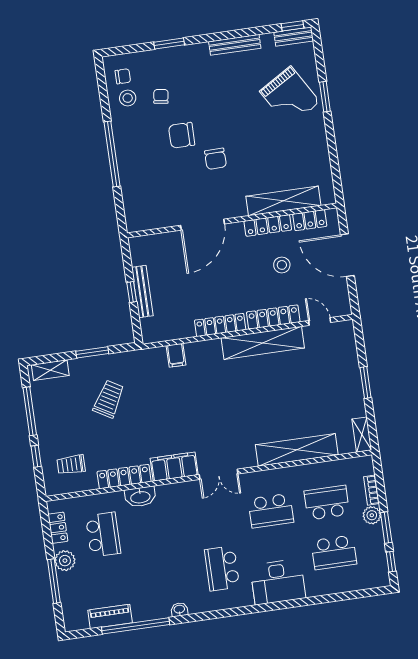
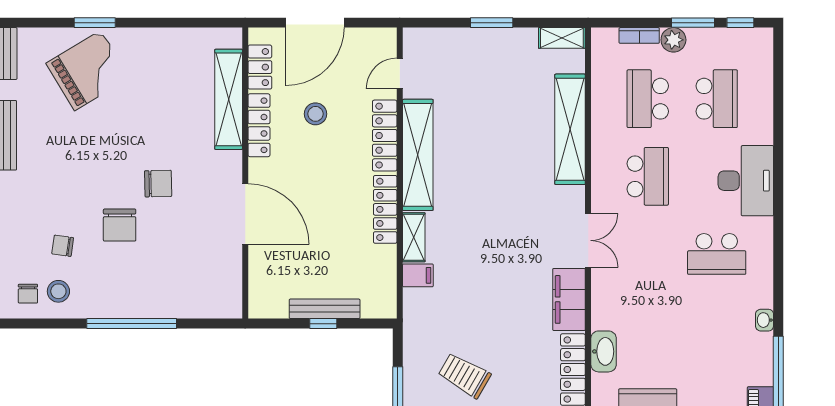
chair: (123, 76) -> (28, 294), turned 180
shelving: (203, 348) -> (414, 237), added

